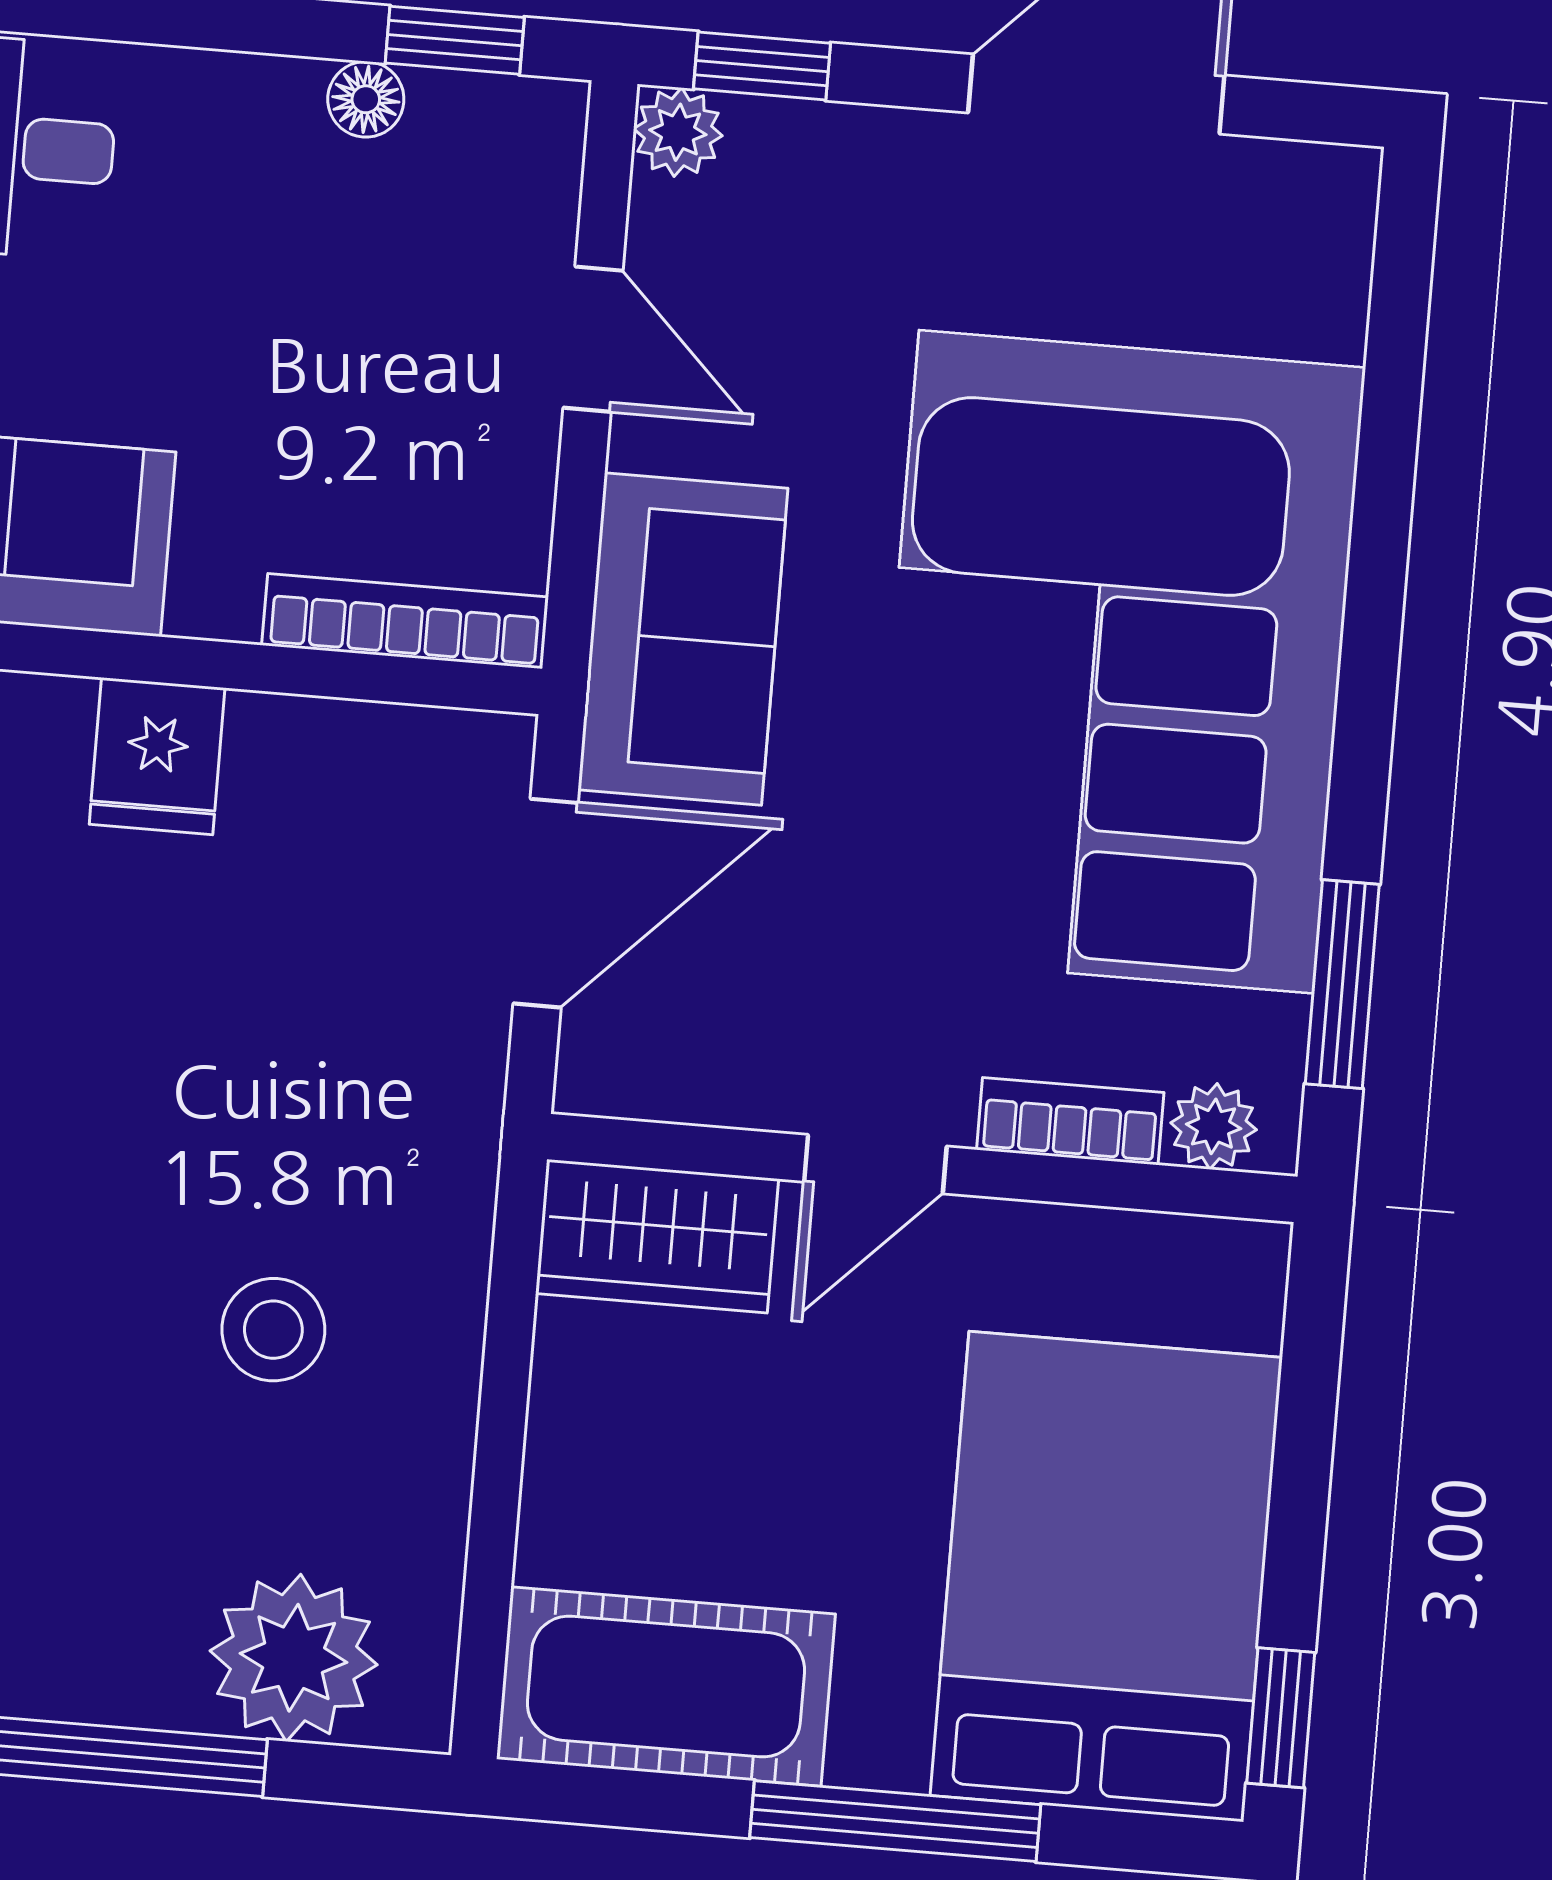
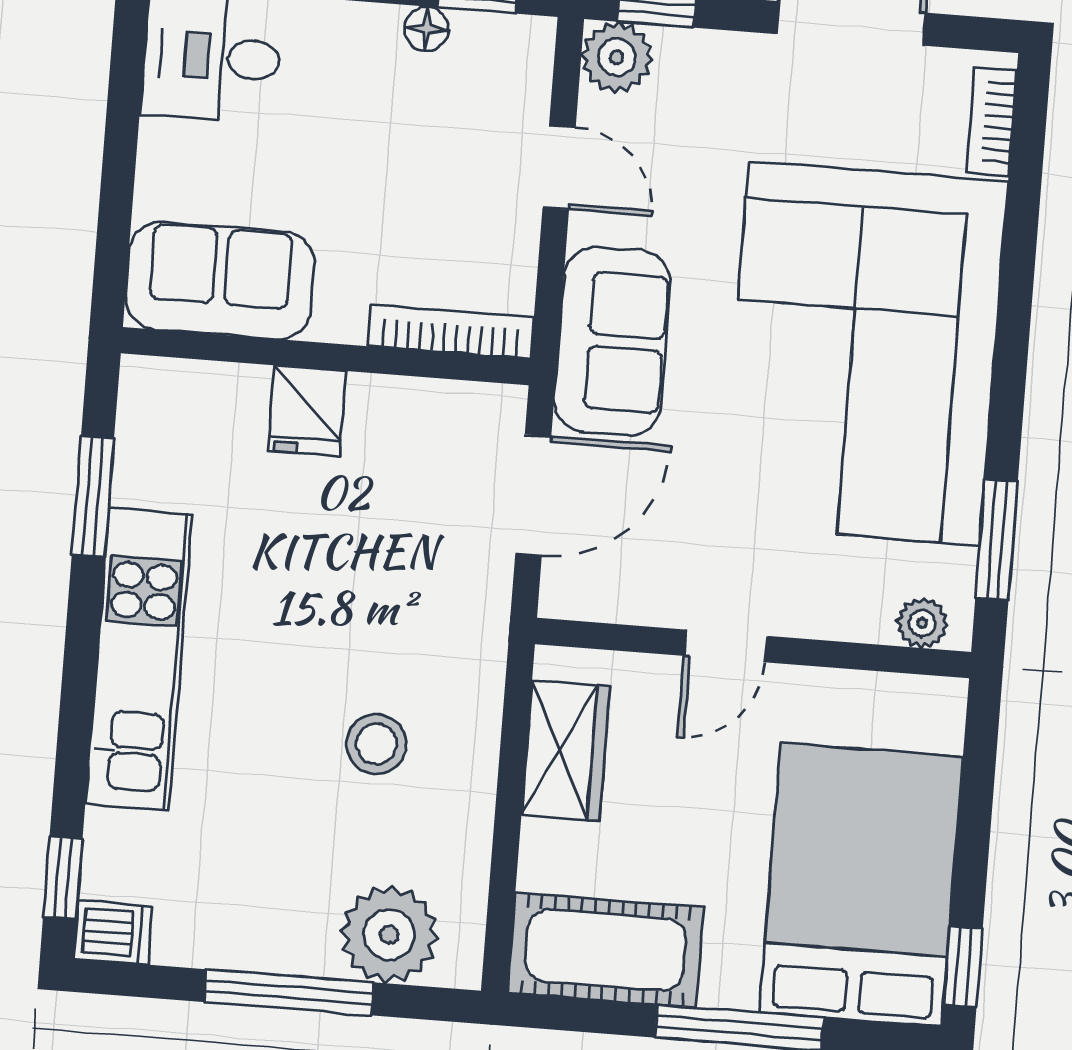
plant: (678, 132) -> (617, 57), width x1.38, depth x1.38
bookcase: (1070, 1121) -> (992, 122), moved, turned -90
wardrobe: (657, 1236) -> (566, 750), moved, turned -90

